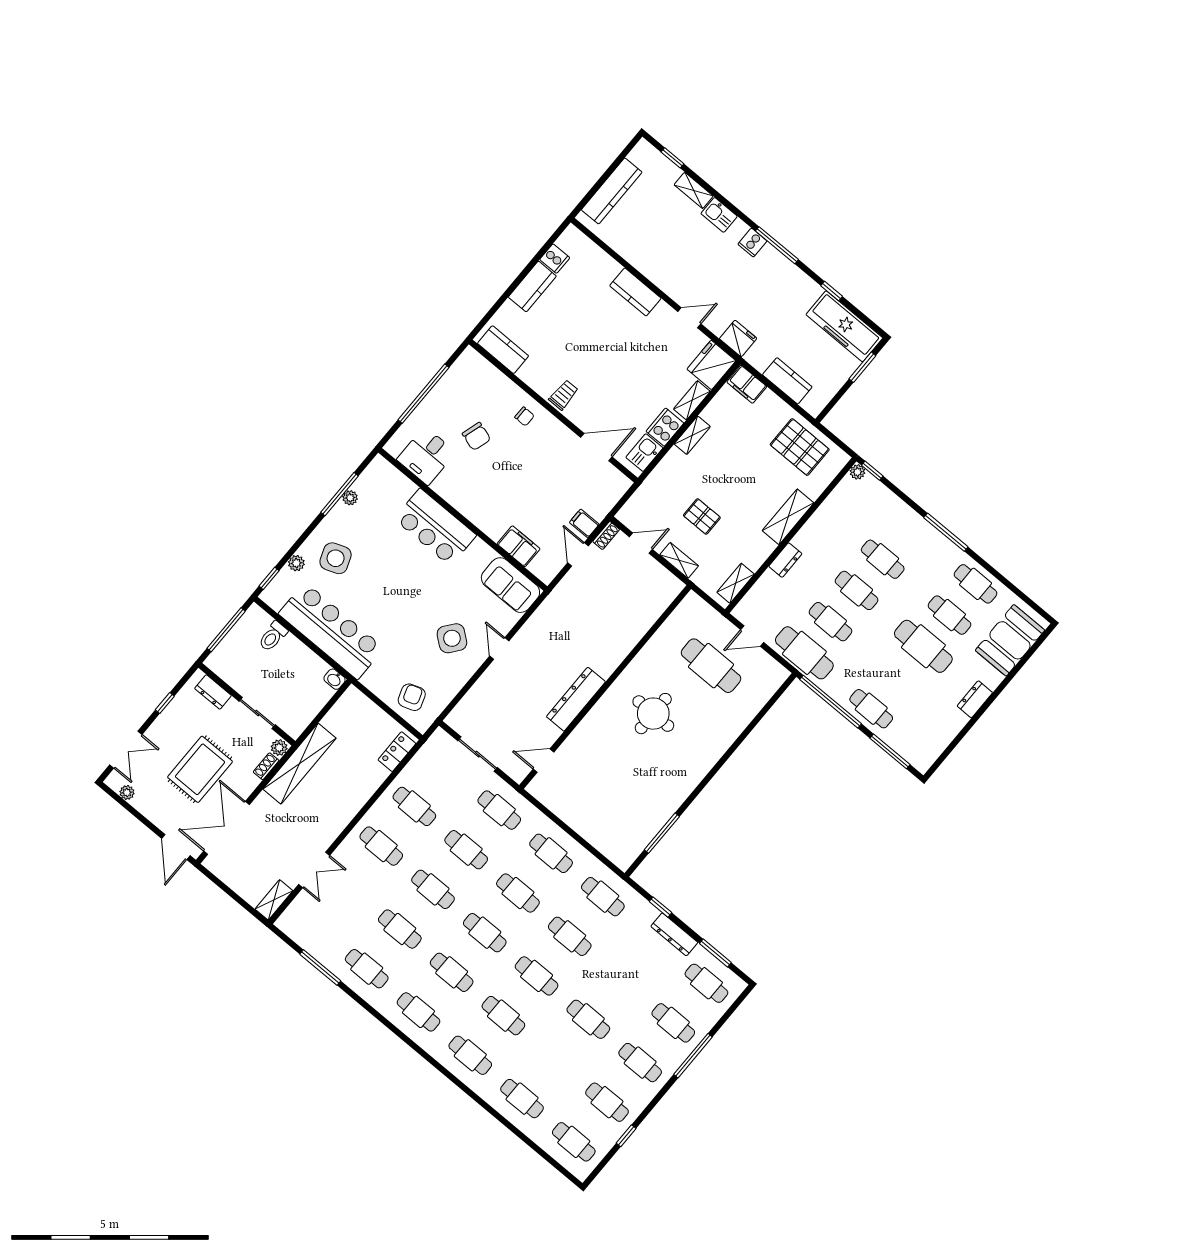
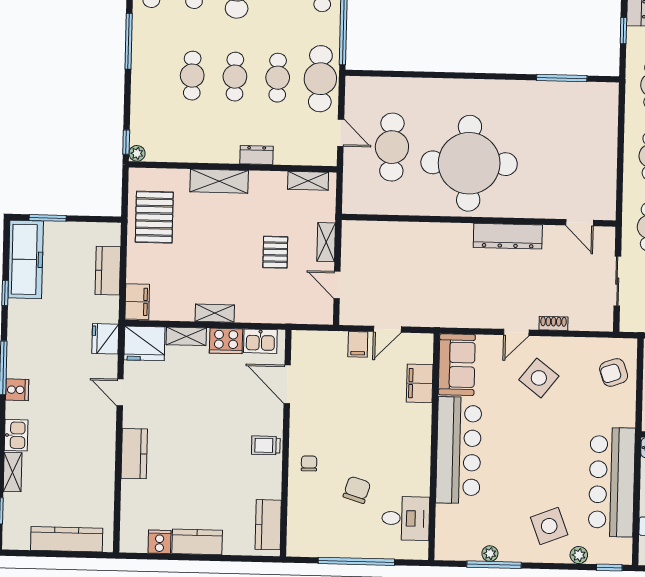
bar counter: (435, 527) -> (459, 450), width x1.36
shoe rack: (606, 535) -> (553, 323), moved
round table: (653, 714) -> (469, 163), width x1.86, depth x1.86

